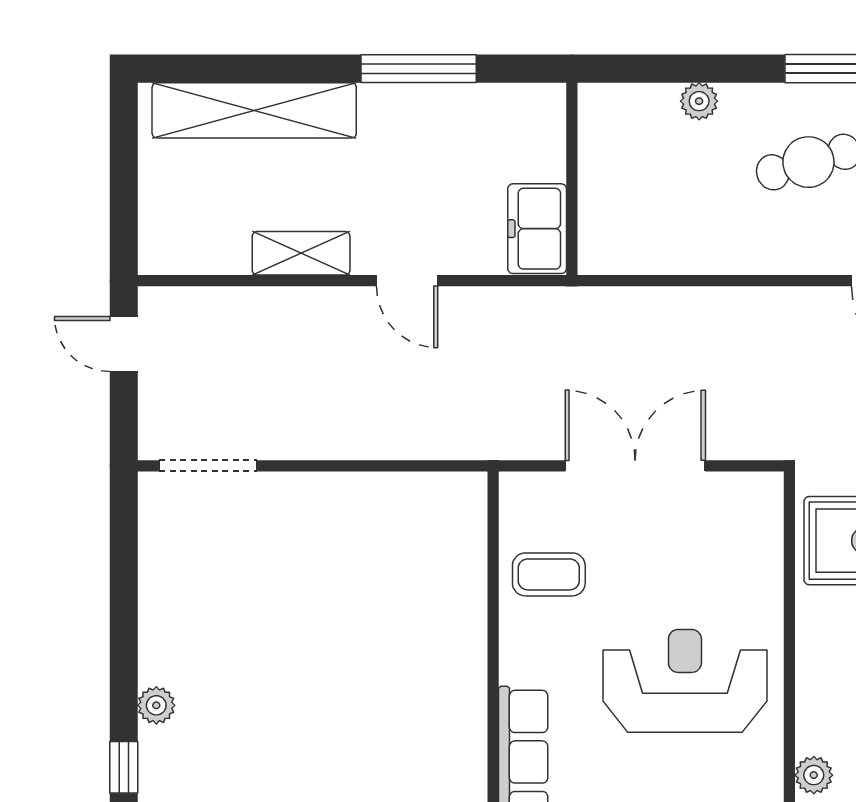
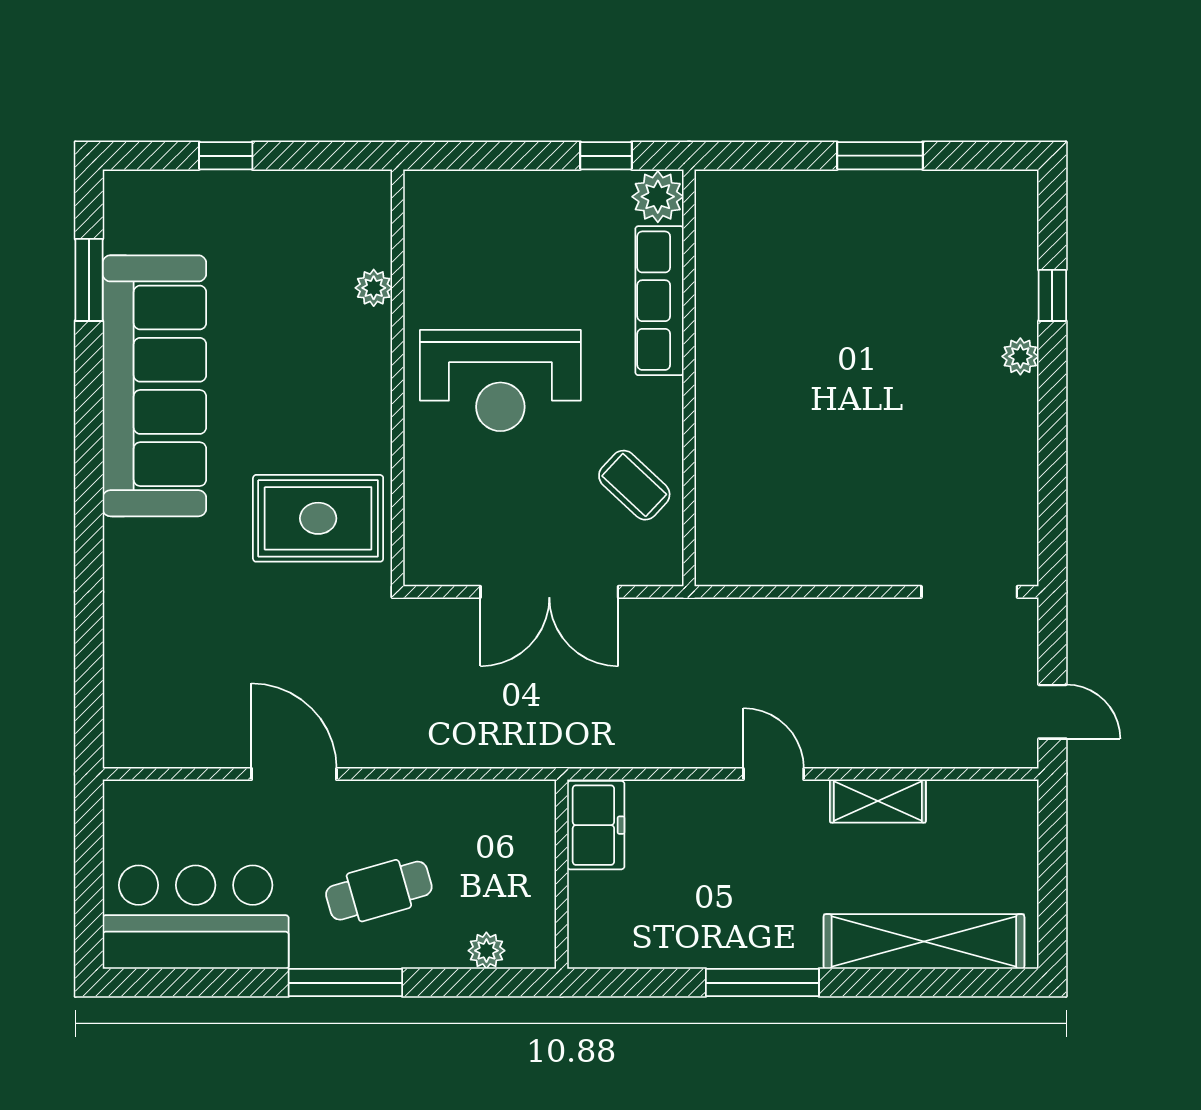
wall: (572, 179) -> (562, 874), moved
freezer: (537, 229) -> (596, 825), moved
coffee table: (549, 574) -> (634, 485), turned 43

